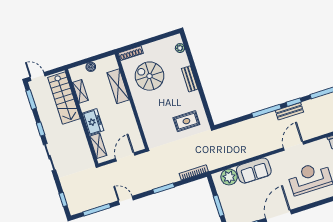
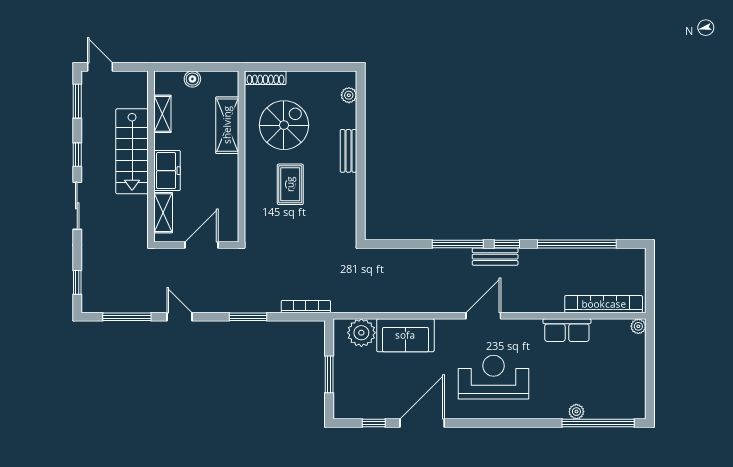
spiral stairs: (149, 76) -> (284, 125), turned 90
stairs: (64, 98) -> (132, 151), moved
rug: (186, 121) -> (290, 184), moved, turned 90

